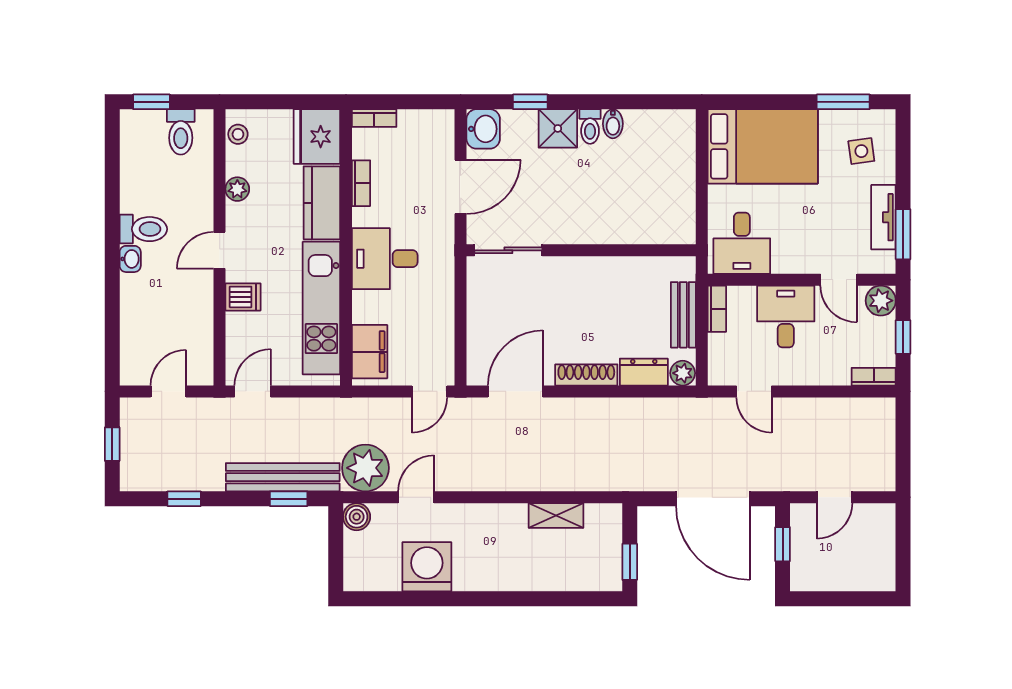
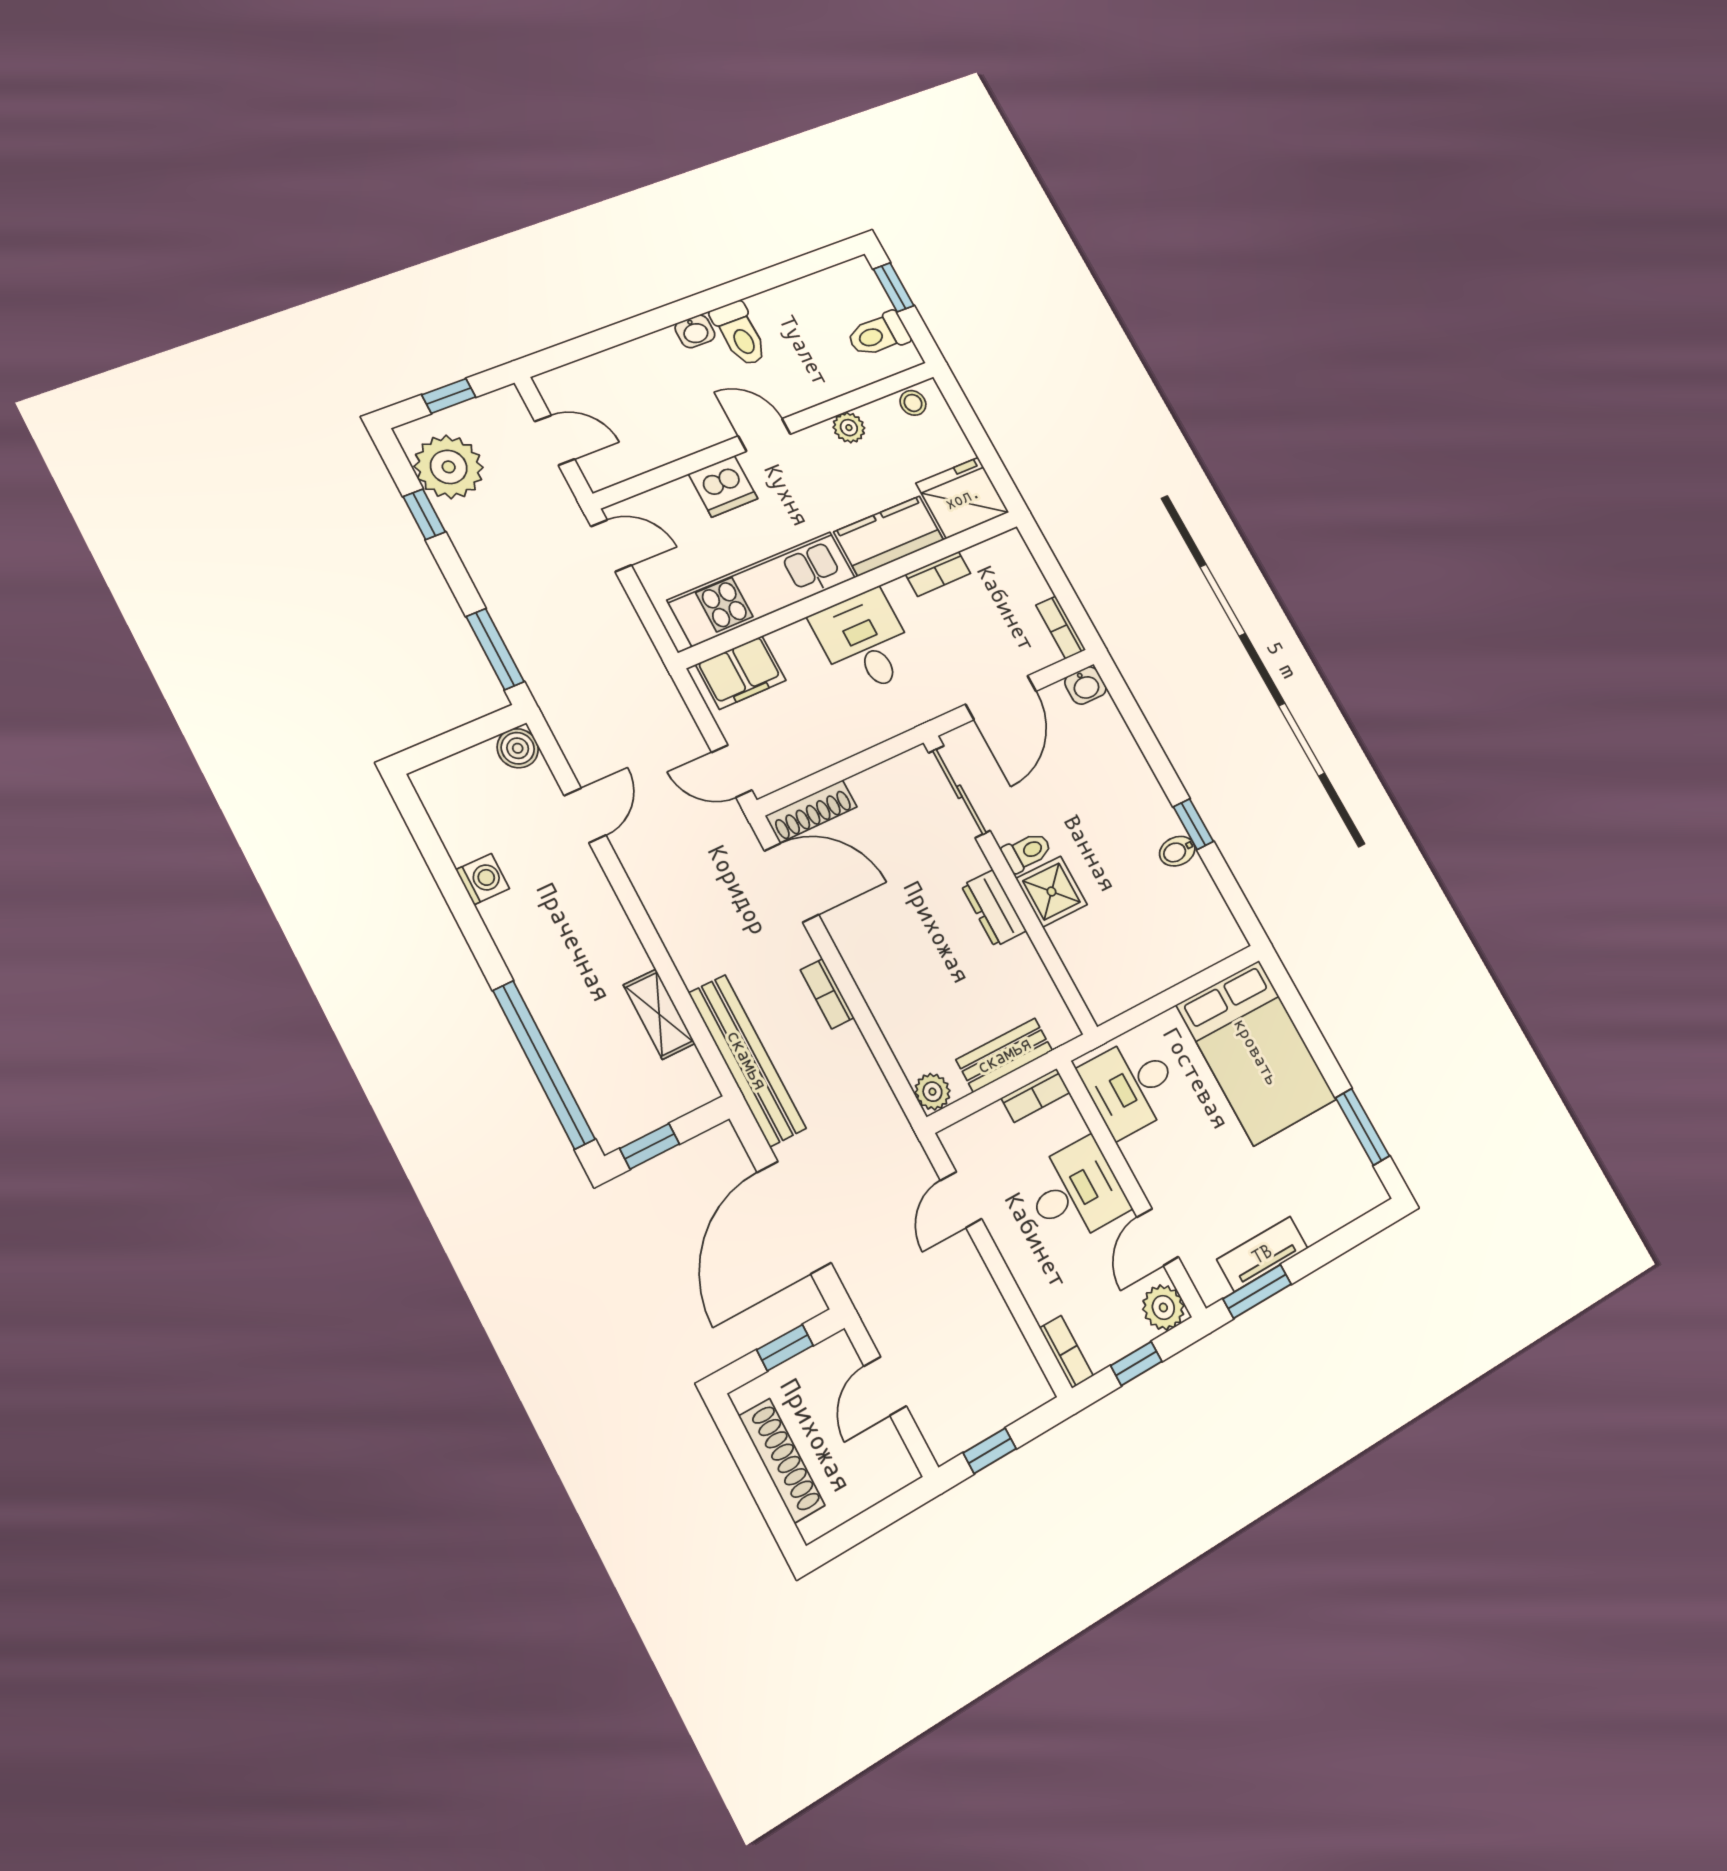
window: (530, 102) -> (1193, 824), moved
bookcase: (374, 118) -> (1061, 627), moved
toilet: (590, 126) -> (1027, 852), moved, turned 180
shower: (558, 128) -> (1052, 892), moved
washbasin: (483, 129) -> (1085, 686), width x0.72, depth x0.69
side table: (861, 151) -> (1321, 1182), removed
door: (461, 187) -> (1001, 698), hinge flipped
dishwasher: (243, 297) -> (723, 486), width x1.38
dresser: (644, 372) -> (994, 908), moved, turned 180
shoe rack: (586, 375) -> (811, 811), moved, turned 90
bookcase: (593, 406) -> (827, 994), added
window: (903, 455) -> (990, 1451), added
plant: (365, 468) -> (449, 467), moved
bench: (283, 477) -> (747, 1060), moved
door: (416, 497) -> (585, 815), hinge flipped
door: (835, 497) -> (885, 1386), hinge flipped
window: (289, 499) -> (495, 649), width x1.50
washing machine: (427, 567) -> (483, 879), width x0.53, depth x0.53
shoe rack: (843, 580) -> (782, 1461), added
window: (553, 599) -> (544, 1065), added

